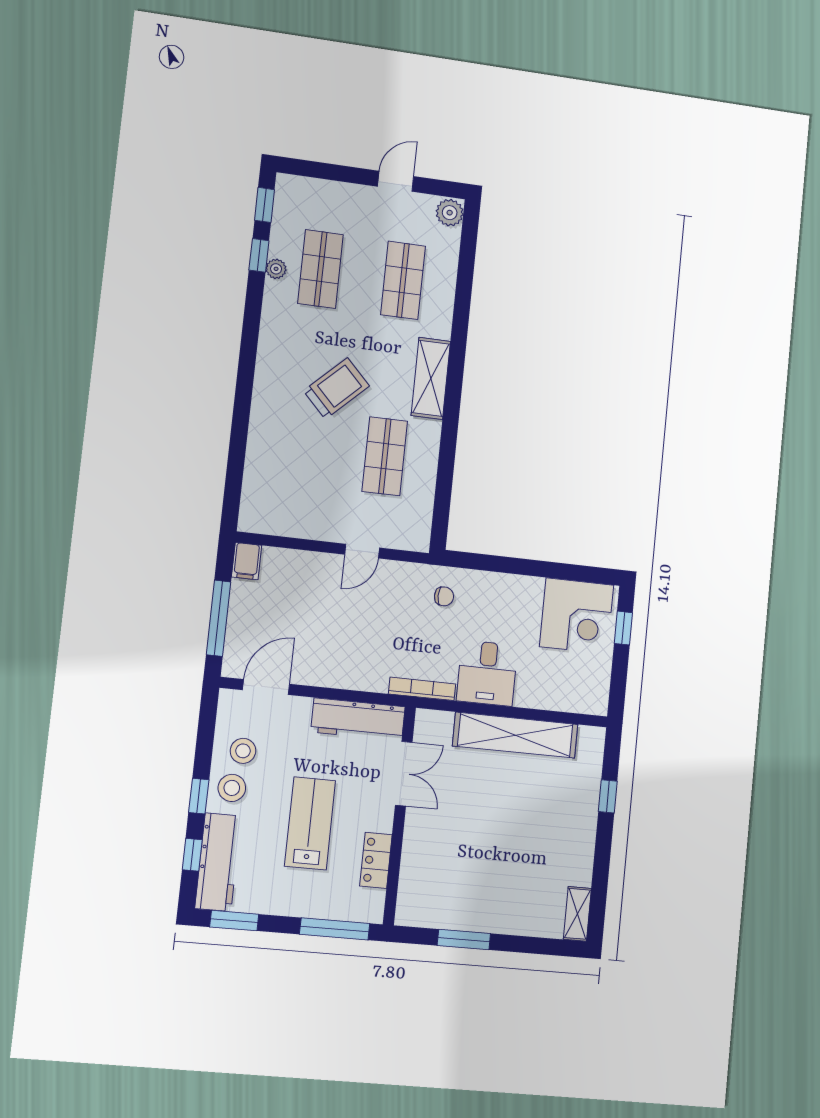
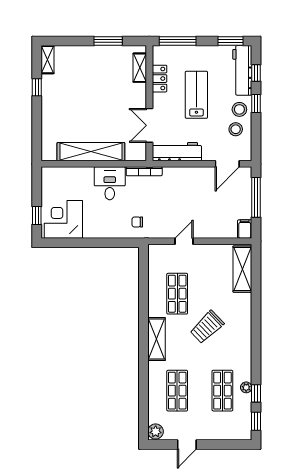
shelving: (259, 487) -> (242, 269), added
window: (608, 796) -> (37, 87), moved
lab bench: (310, 823) -> (196, 95), turned 180
shelving: (410, 884) -> (140, 68), added

